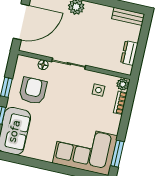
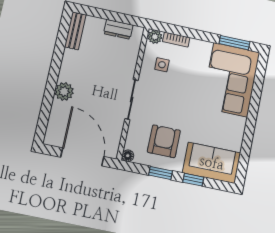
floor lamp: (43, 65) -> (128, 156), moved
armchair: (33, 91) -> (164, 141), turned 90

